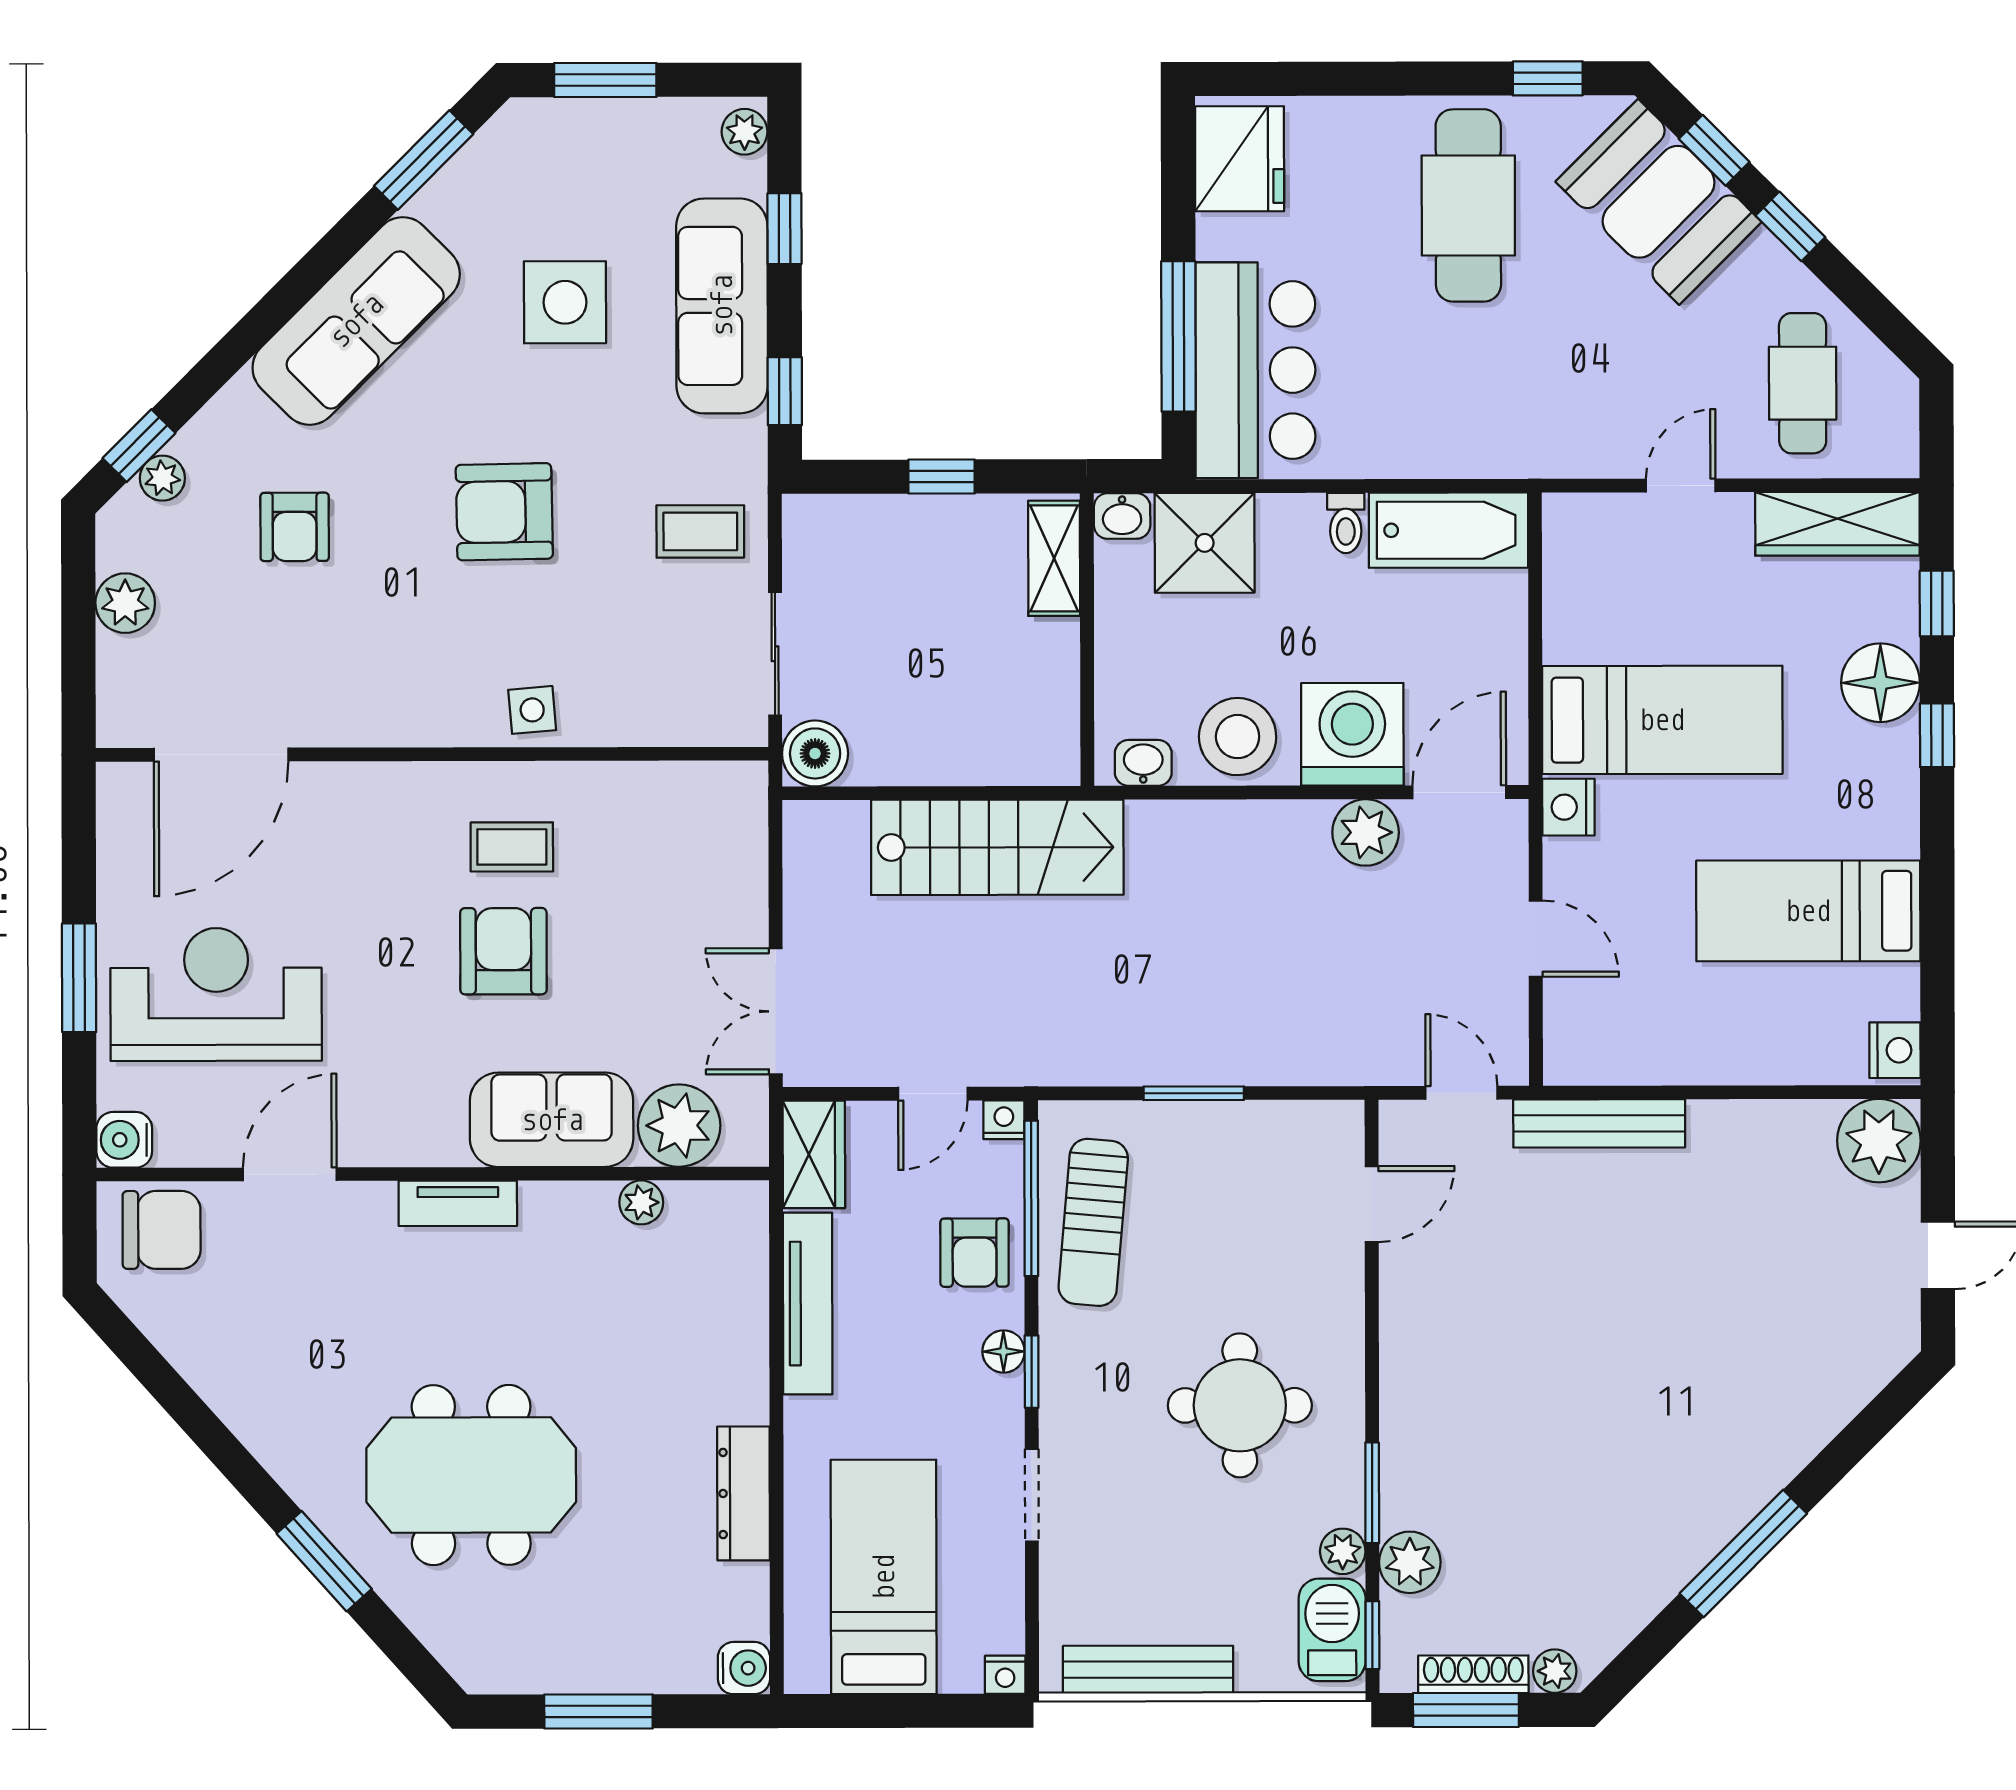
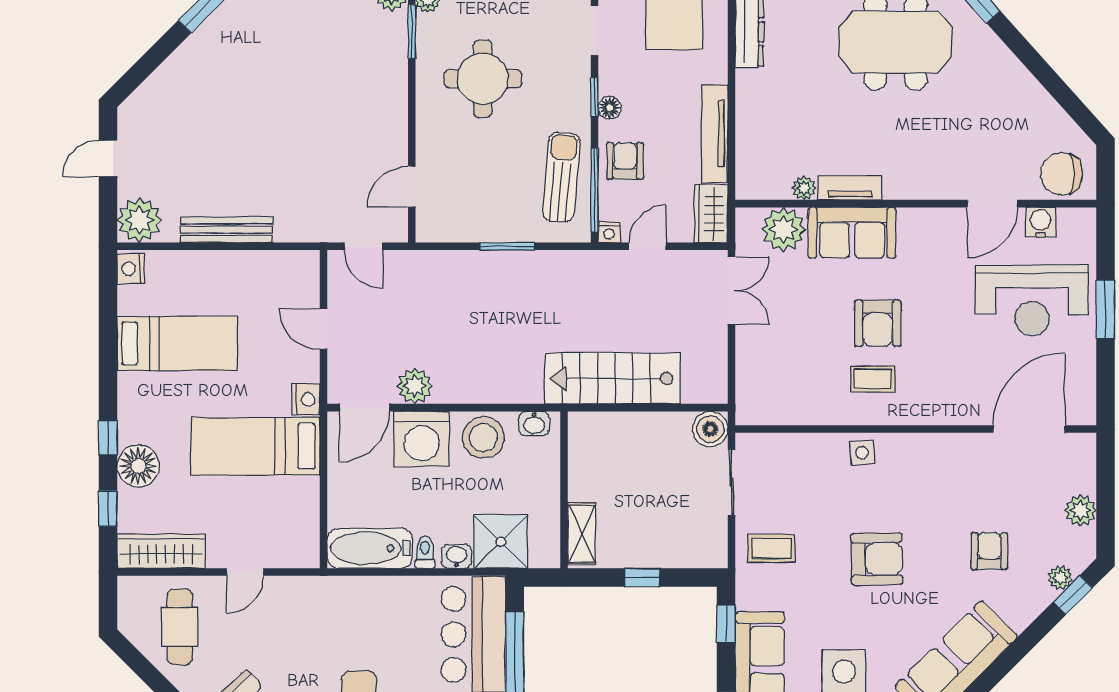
washbasin: (1122, 516) -> (457, 556), moved
bench: (1599, 1123) -> (227, 230), moved
water cooler: (124, 1140) -> (1041, 222), moved, turned -90
tv unit: (458, 1203) -> (850, 188), moved

